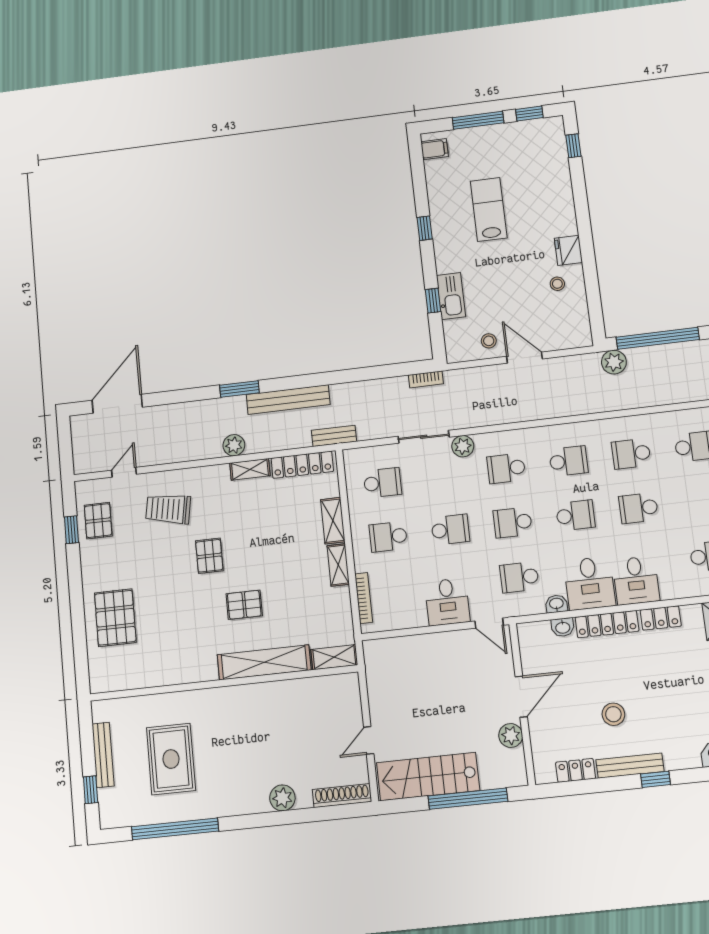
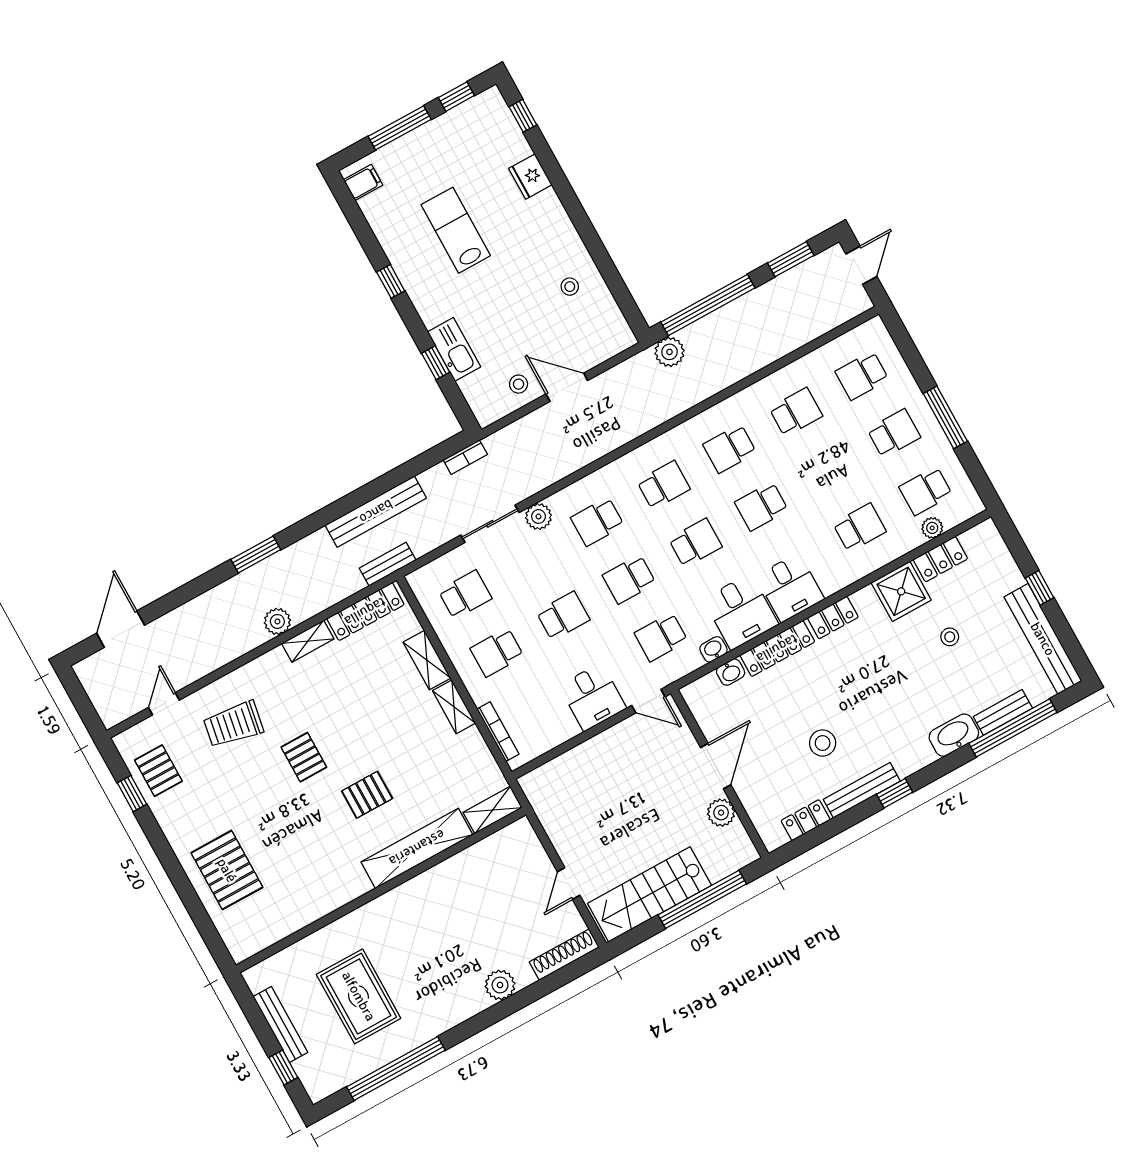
fridge: (568, 250) -> (530, 177), moved
bench: (288, 399) -> (376, 512), moved
door: (117, 404) -> (121, 629), width x0.73

